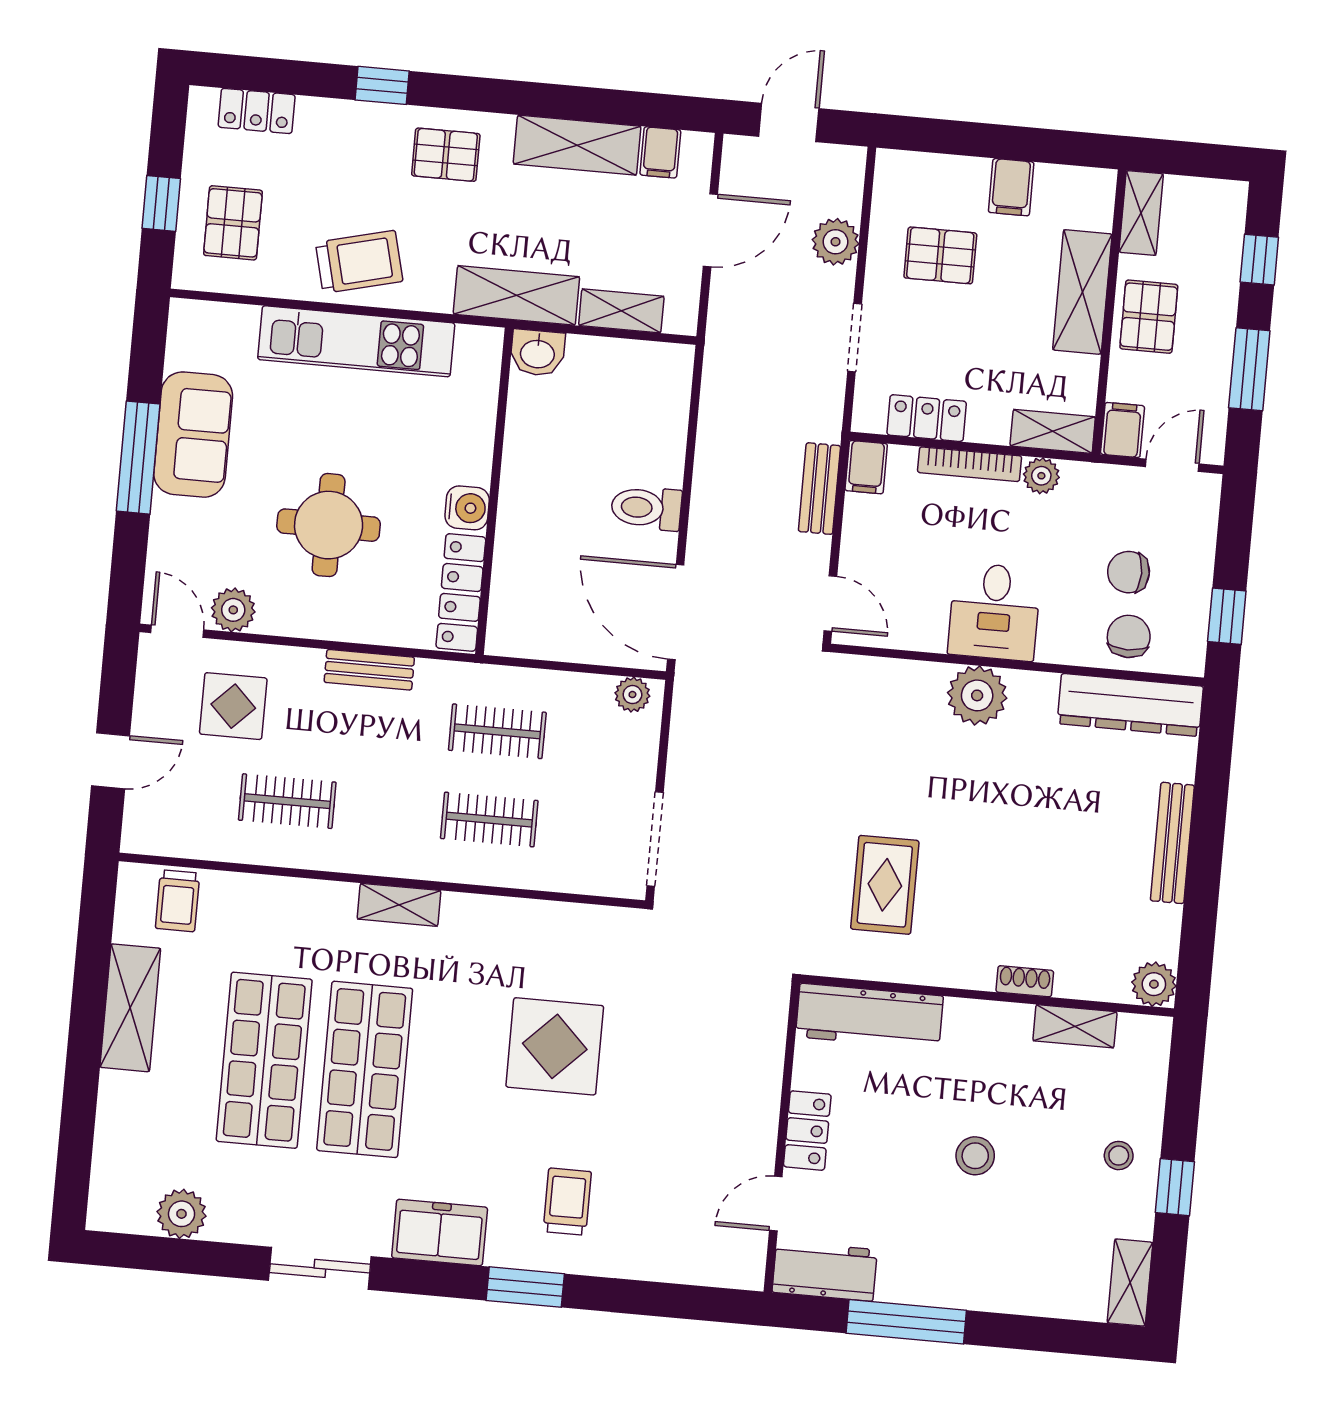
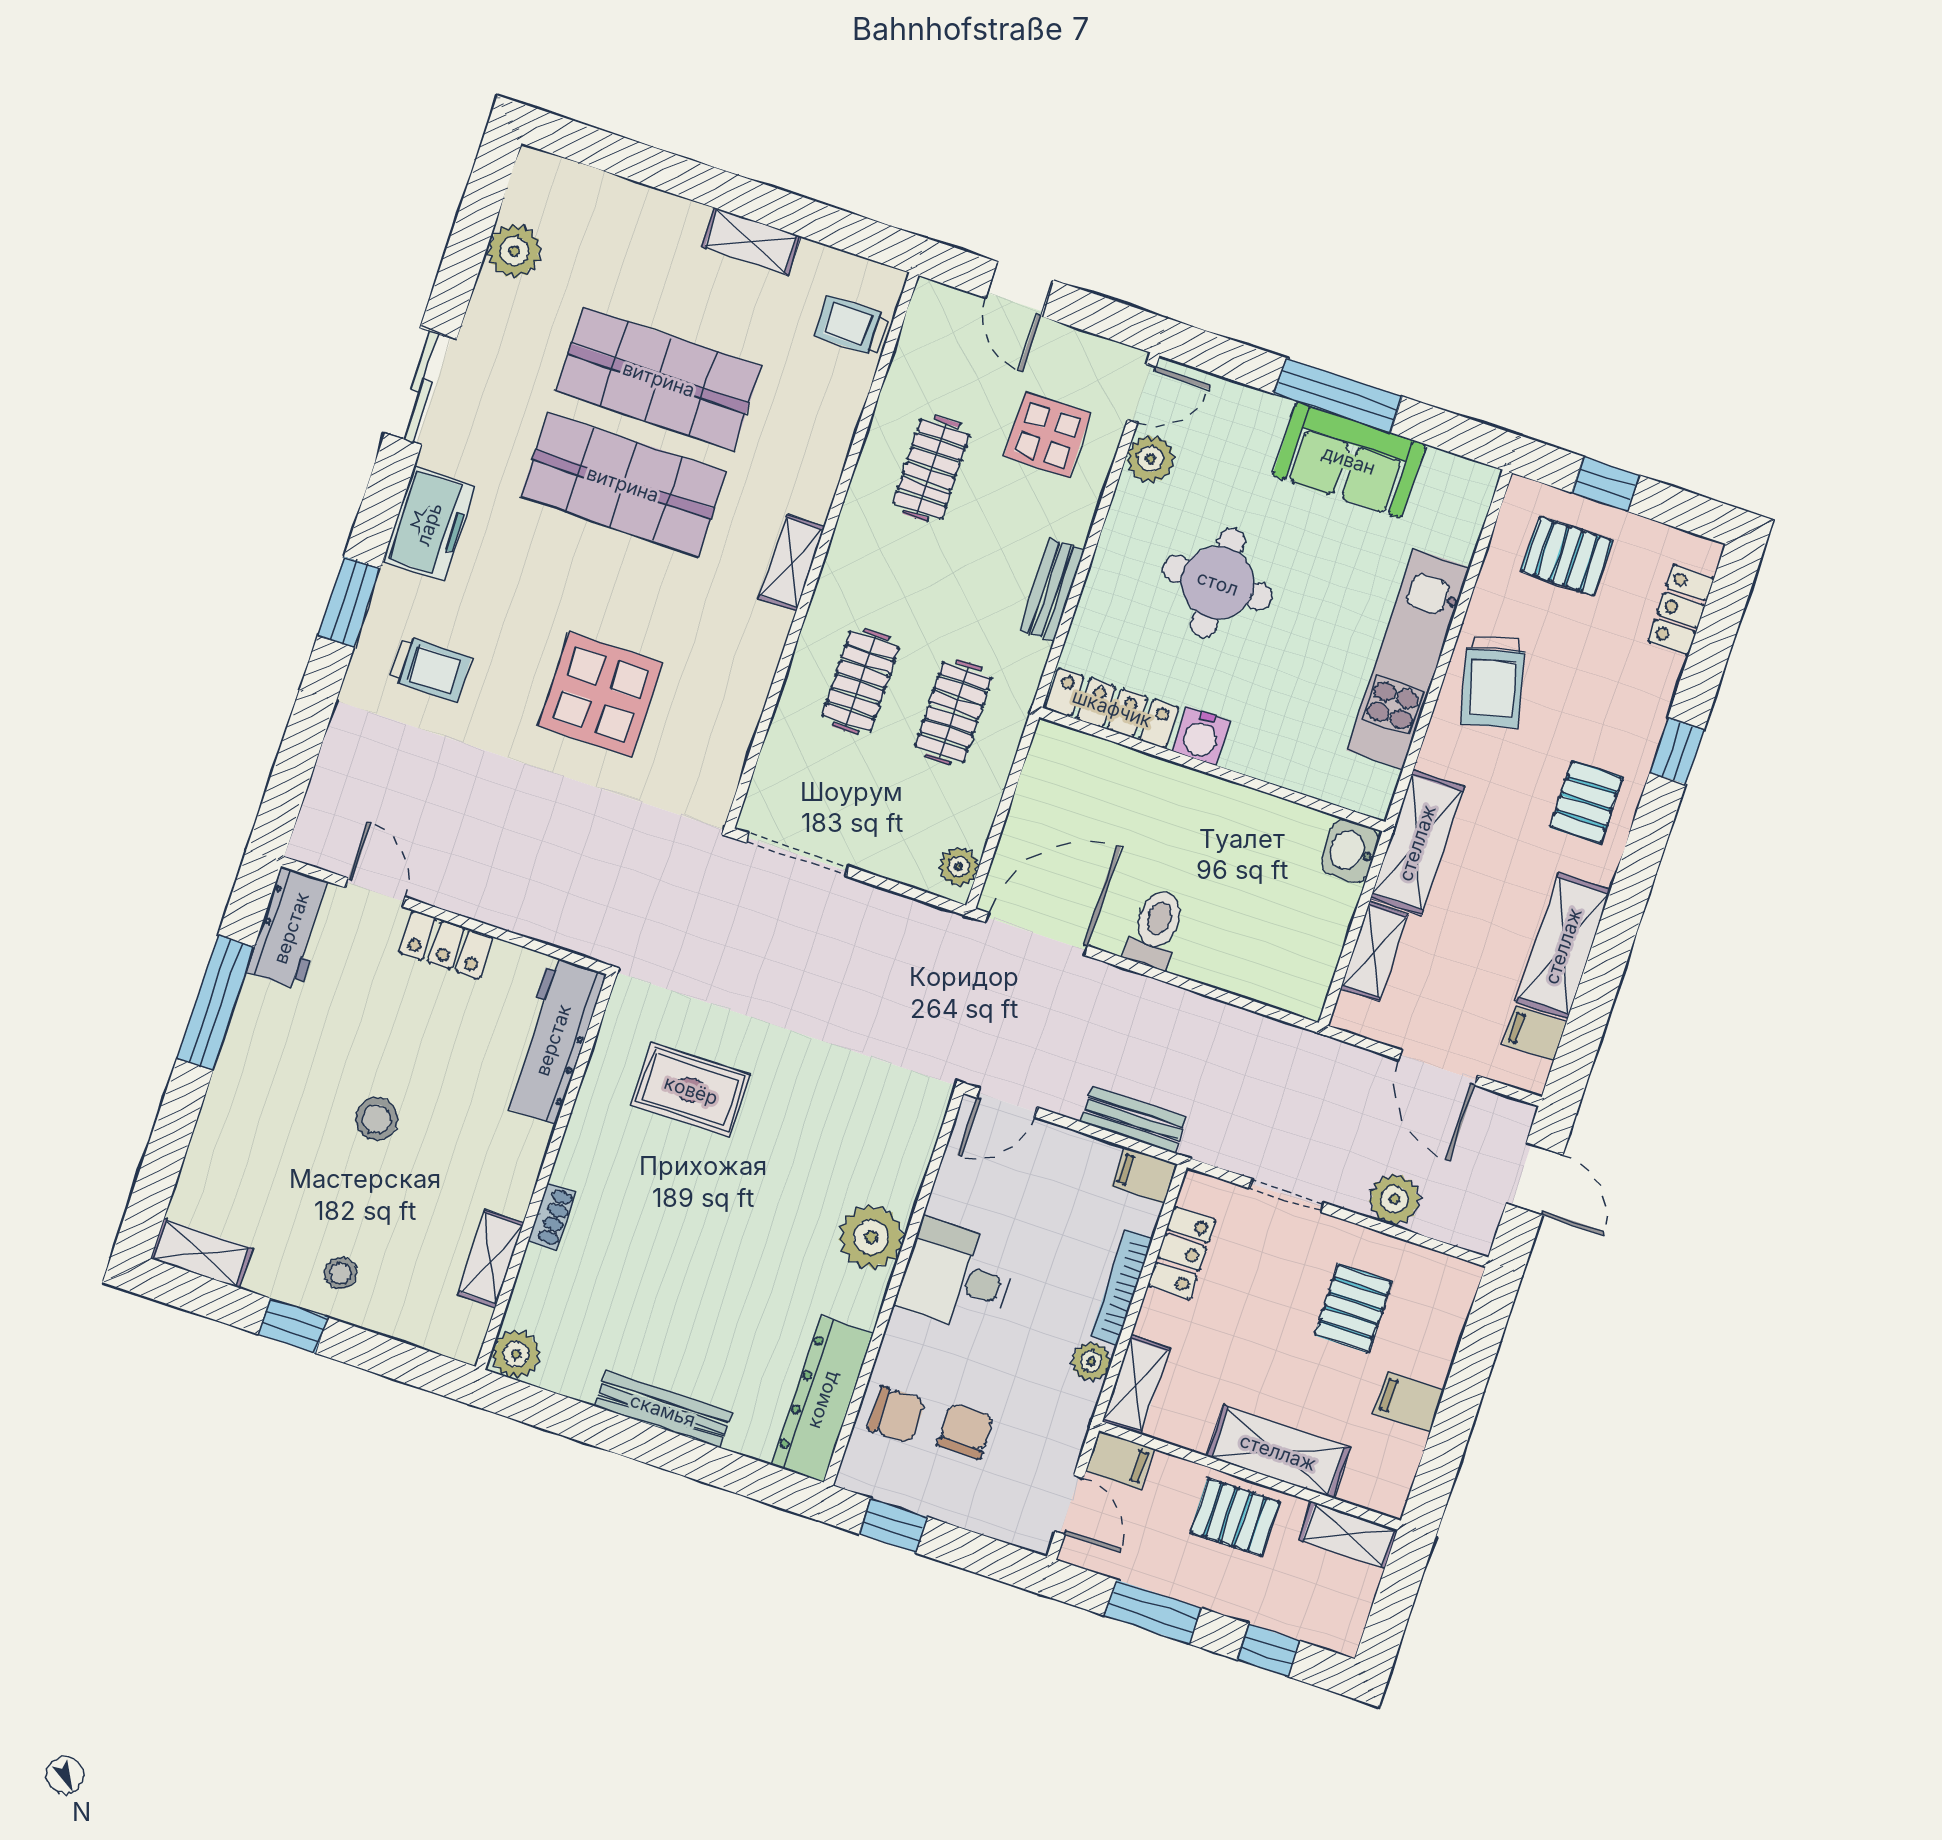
shelving: (130, 1008) -> (751, 241), width x0.67, depth x0.75

